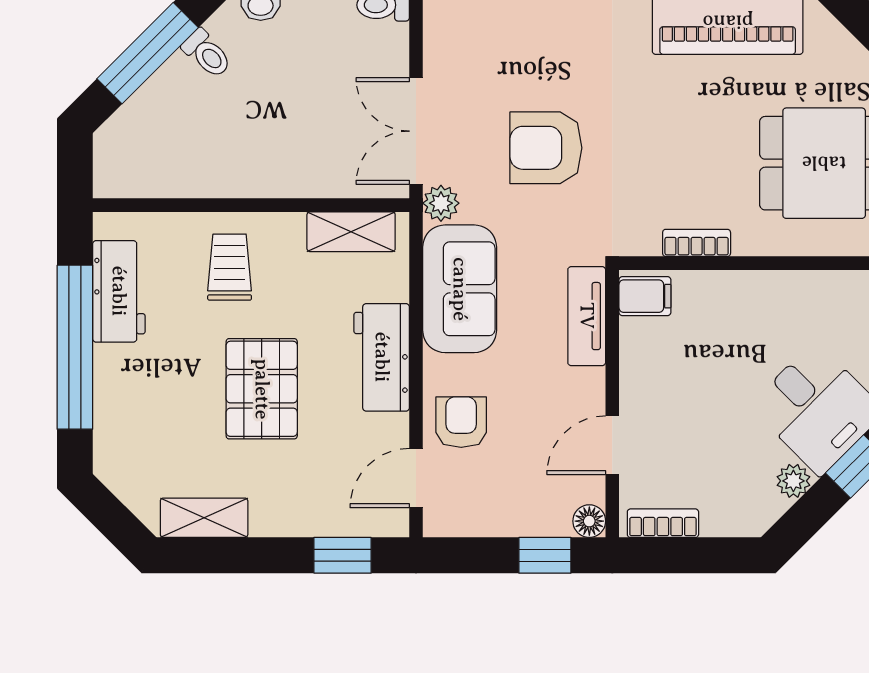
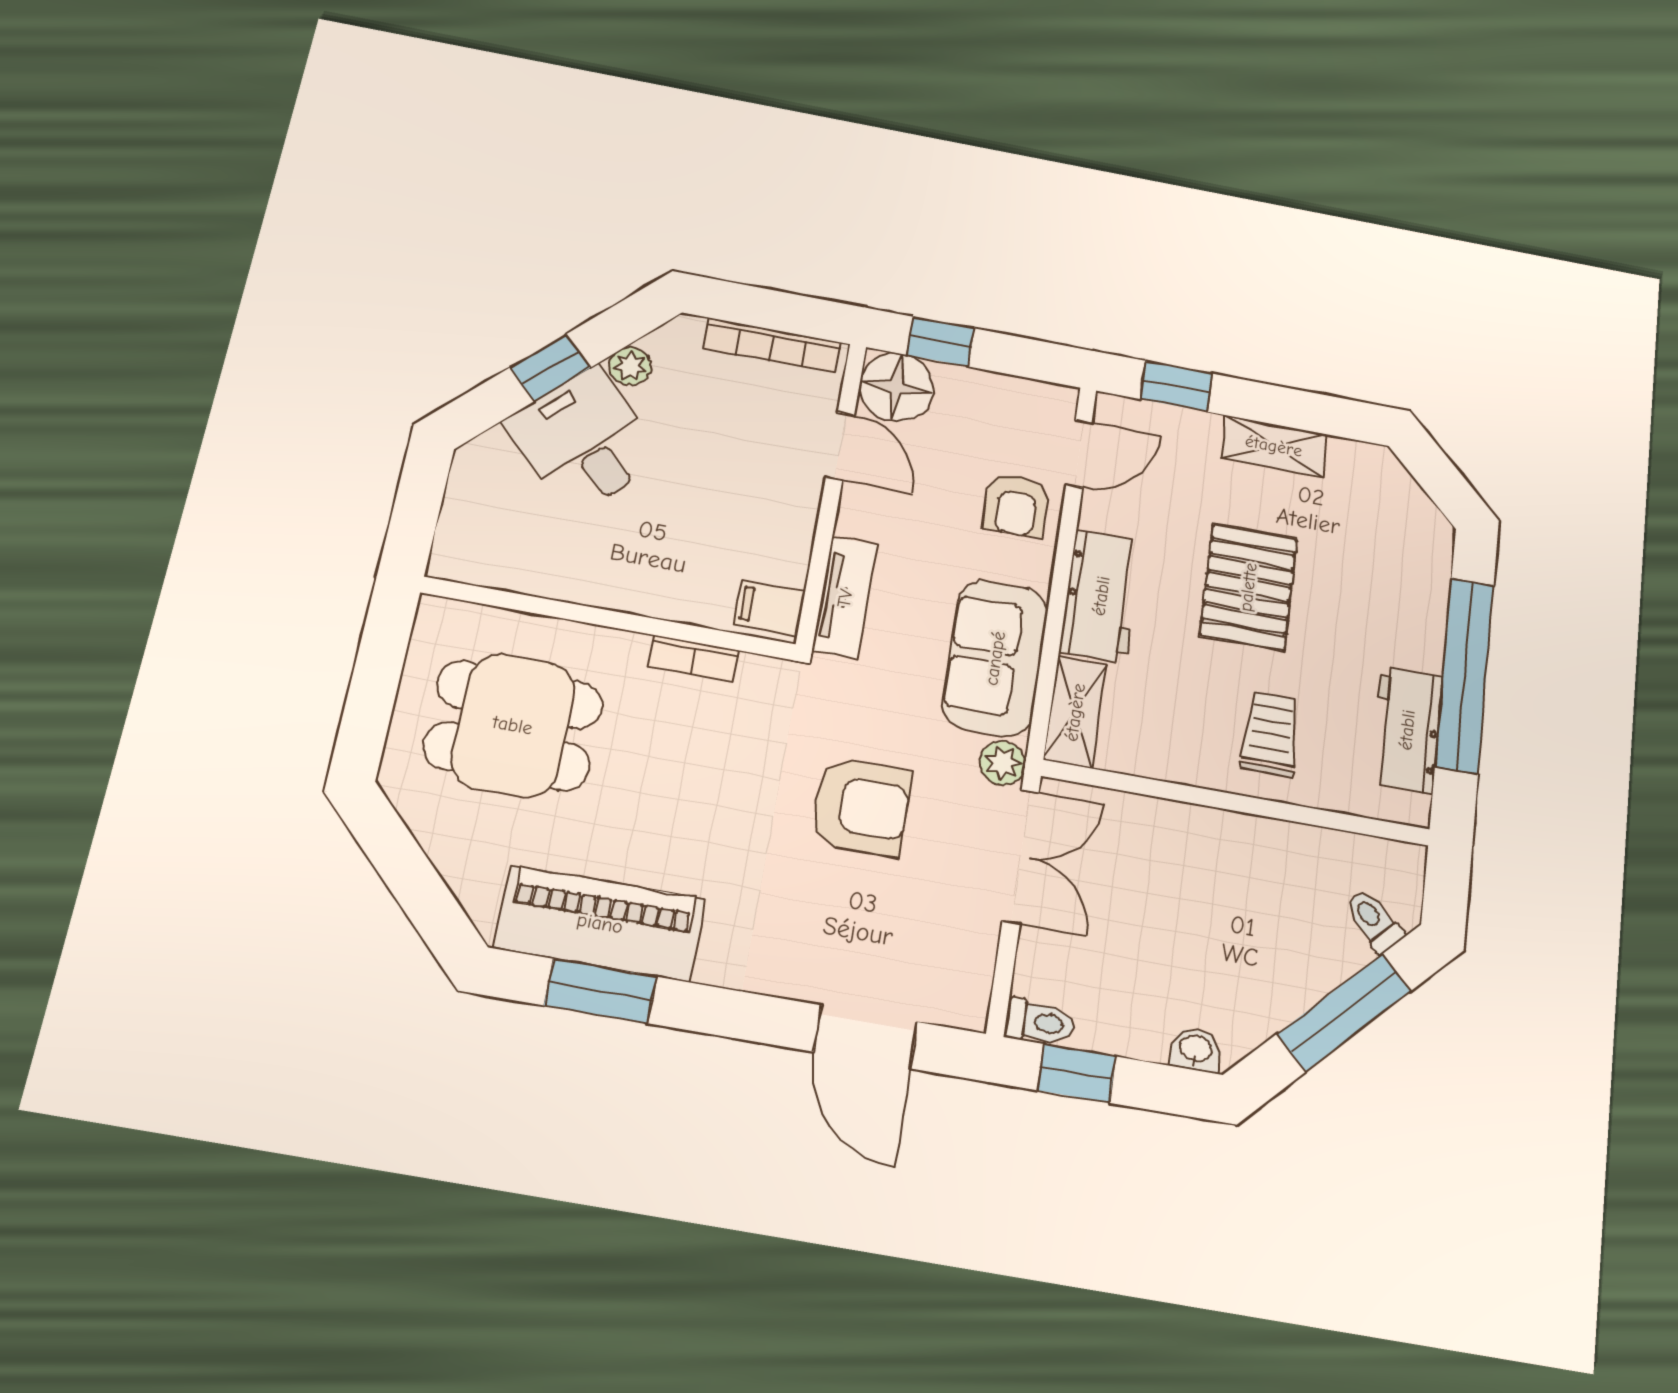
toilet: (207, 54) -> (1374, 921), moved
shelving: (351, 232) -> (1075, 712), moved, turned 90
trolley: (230, 267) -> (1271, 734), turned 180
door: (612, 445) -> (840, 446), hinge flipped
shelving: (204, 518) -> (1274, 446), moved
floor lamp: (589, 521) -> (897, 387), width x1.89, depth x1.89
bookcase: (663, 523) -> (772, 345), width x1.56

